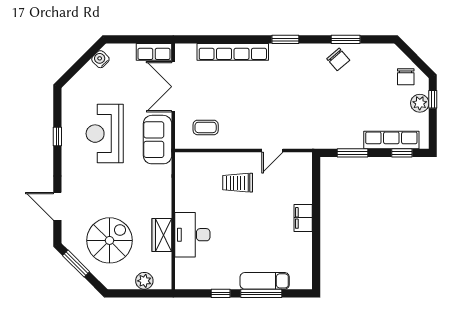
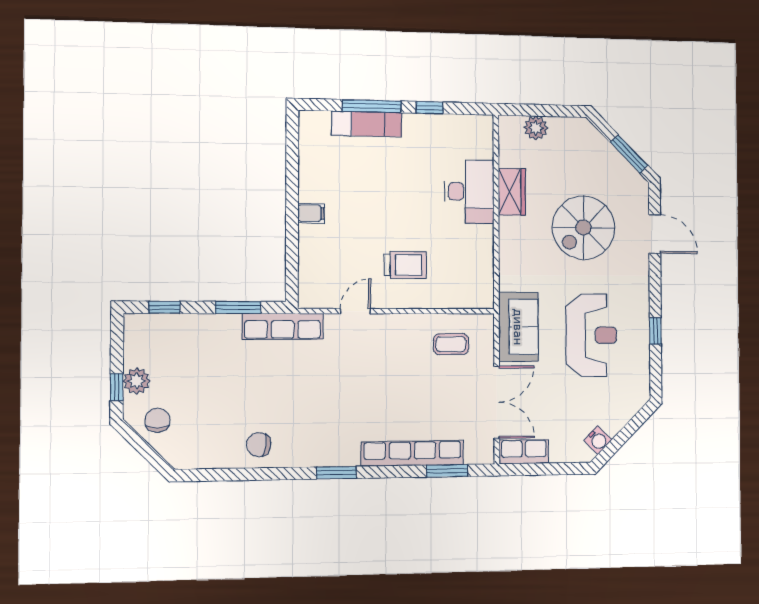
window: (346, 39) -> (447, 471), moved
chair: (338, 59) -> (259, 445), turned -41
row of seats: (391, 140) -> (283, 326), moved
filing cabinet: (303, 218) -> (311, 213), width x0.50
spiral stairs: (110, 240) -> (584, 228), moved

